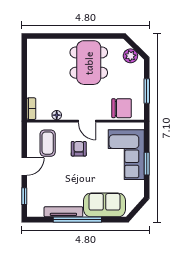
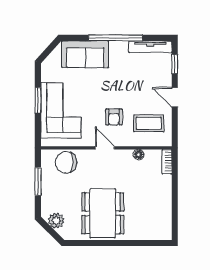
coffee table: (48, 143) -> (149, 123), turned 90
door: (24, 166) -> (175, 97), hinge flipped
tv unit: (63, 212) -> (150, 47), moved

